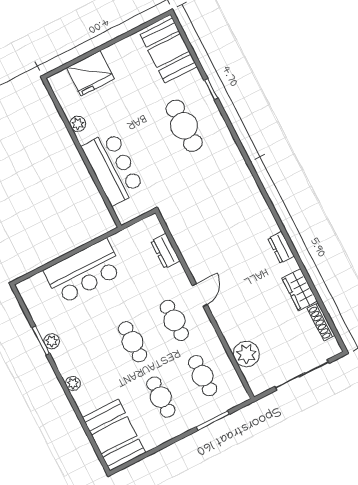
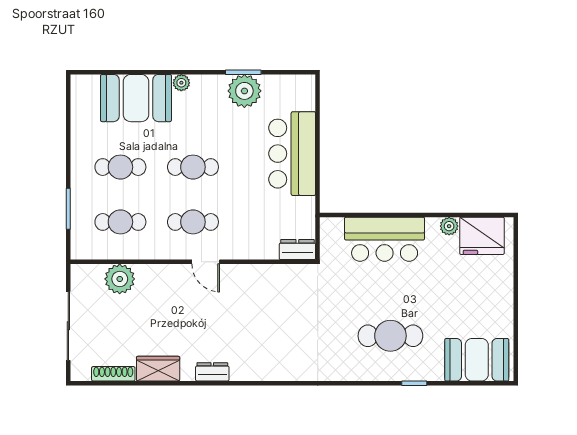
fridge: (90, 73) -> (482, 236), moved, turned -90
dresser: (165, 251) -> (297, 250), moved
plant: (52, 341) -> (244, 91), width x1.87, depth x1.87
booth: (114, 435) -> (136, 98), moved

